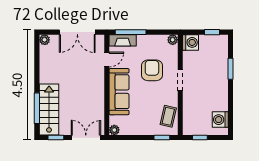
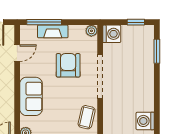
fireplace: (123, 40) -> (53, 31), moved
window: (231, 69) -> (157, 51), moved
doorway: (180, 80) -> (100, 77), width x1.87
sofa: (119, 92) -> (31, 96), width x0.73

